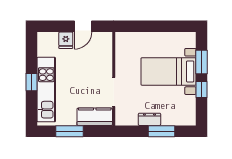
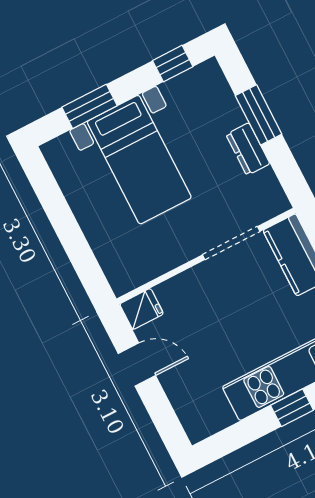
fridge: (66, 40) -> (142, 309), moved
window: (202, 89) -> (173, 64), moved

